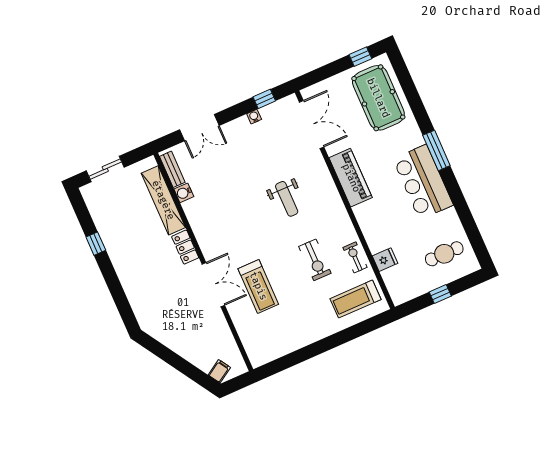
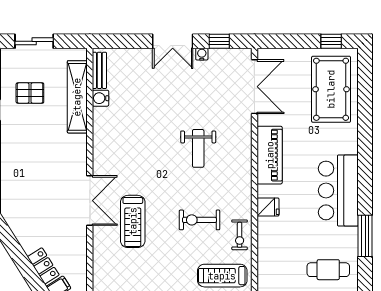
double door: (199, 128) -> (173, 41), moved
window: (436, 150) -> (365, 236), moved
pallet: (121, 215) -> (30, 93), added
locker: (185, 247) -> (43, 266), moved, turned 148
exercise bike: (355, 257) -> (240, 235), turned 180
exercise bike: (315, 260) -> (199, 220), turned 90
fridge: (385, 260) -> (268, 207), moved

